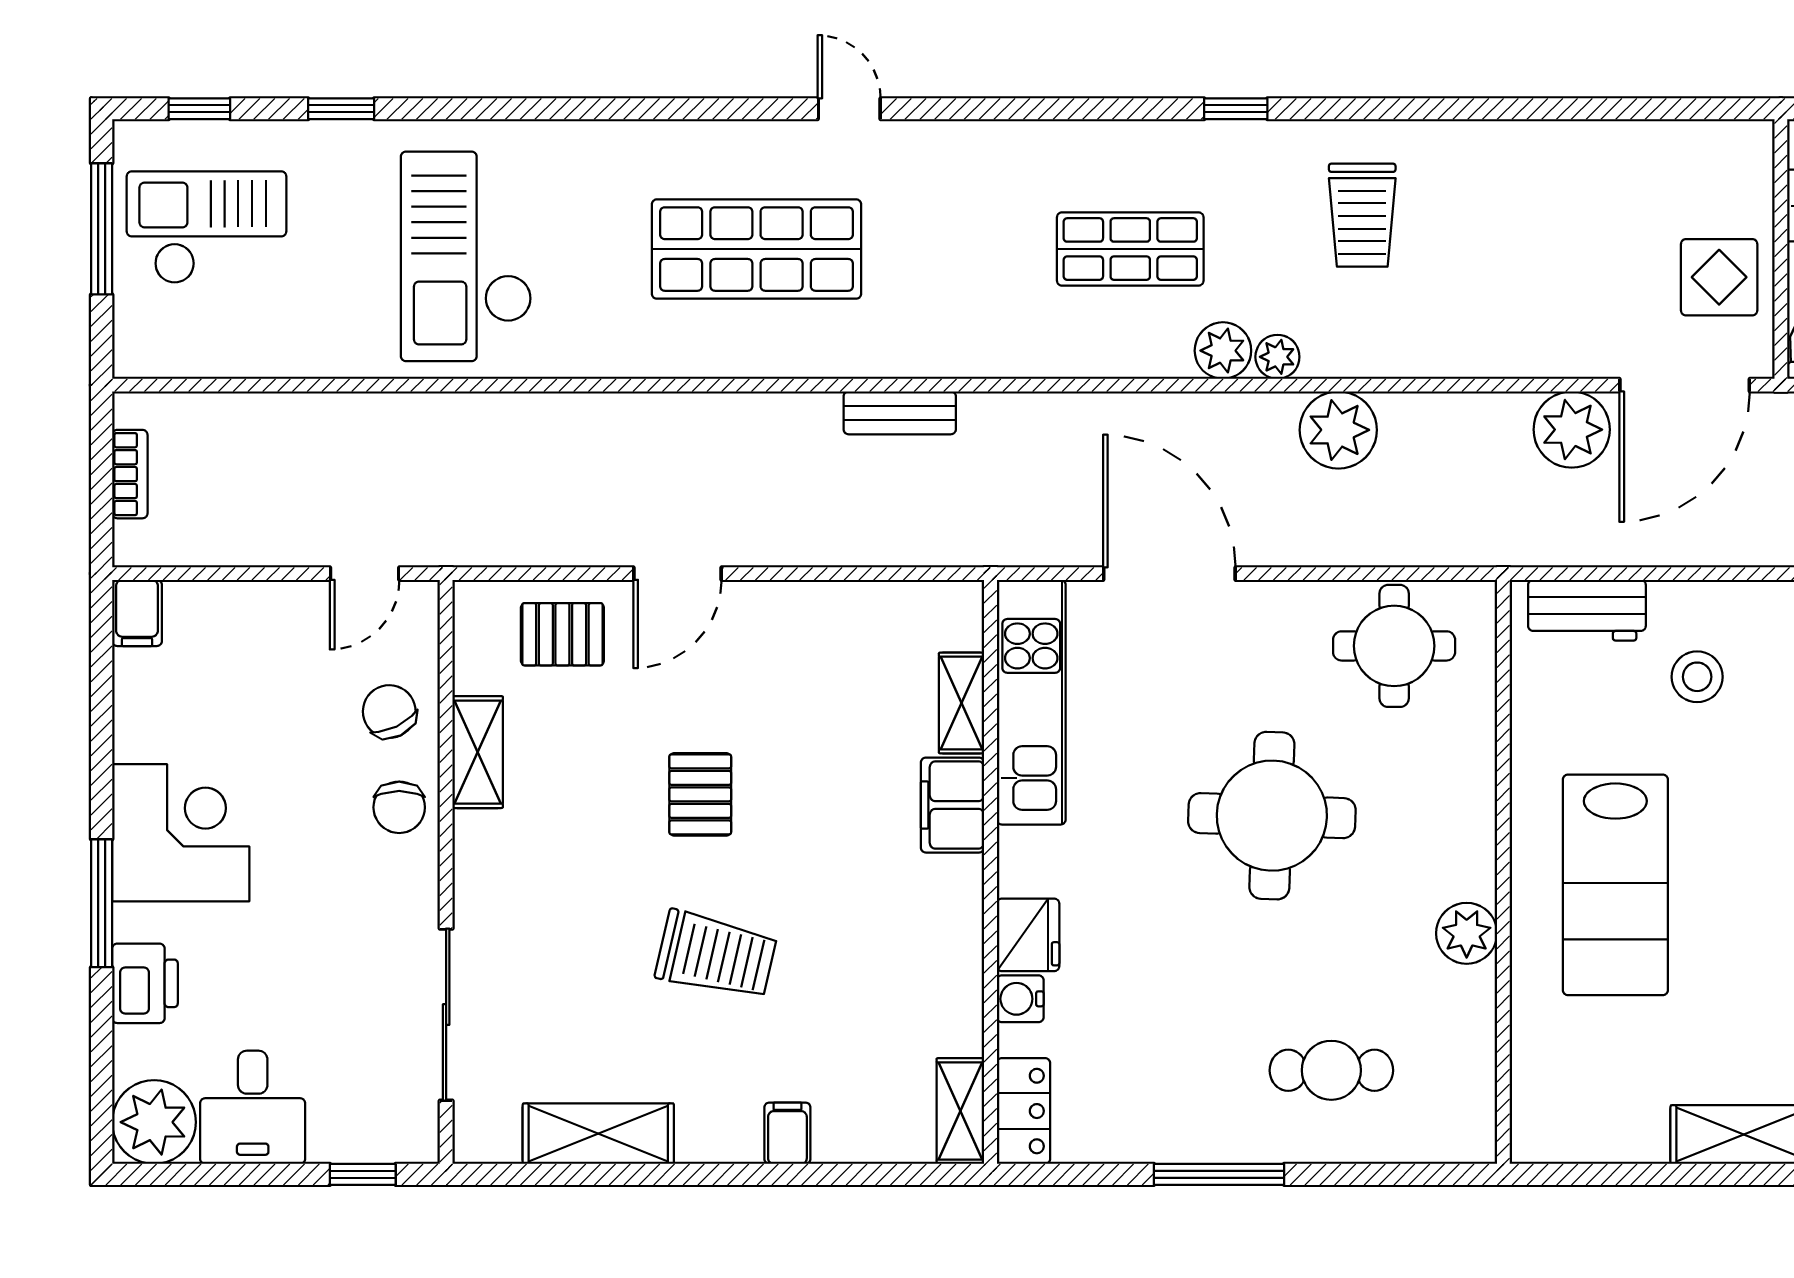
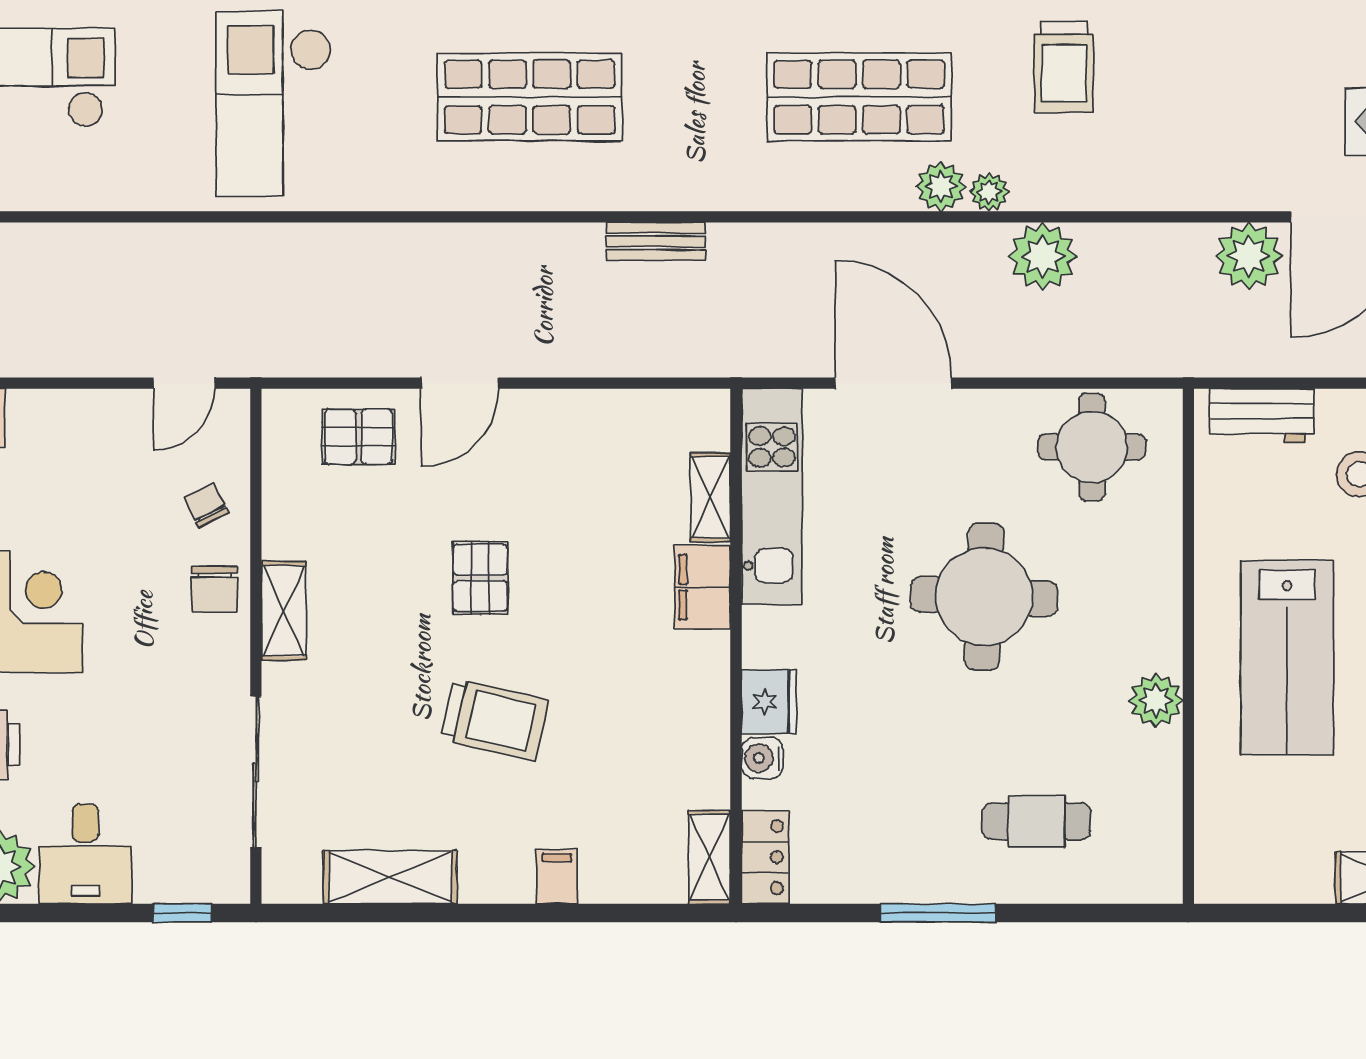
shop shelf: (1130, 249) -> (859, 97), width x1.43, depth x1.36
chair: (389, 712) -> (206, 505), width x0.73, depth x0.73
shelving: (478, 752) -> (284, 611), moved

